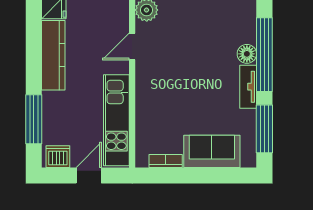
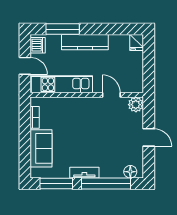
floor lamp: (247, 54) -> (130, 172), moved
kitchen counter: (53, 55) -> (85, 42), moved

